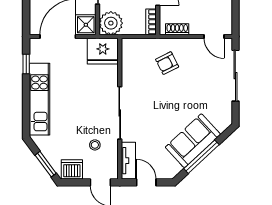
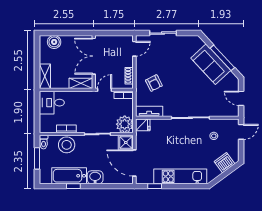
fridge: (103, 51) -> (143, 125), width x0.53, depth x0.75
sliding door: (235, 76) -> (163, 33), width x0.73
tv unit: (128, 161) -> (149, 111), moved
window: (46, 164) -> (228, 172), removed
dishwasher: (72, 169) -> (225, 163), moved, turned 54
door: (146, 182) -> (241, 98), hinge flipped

